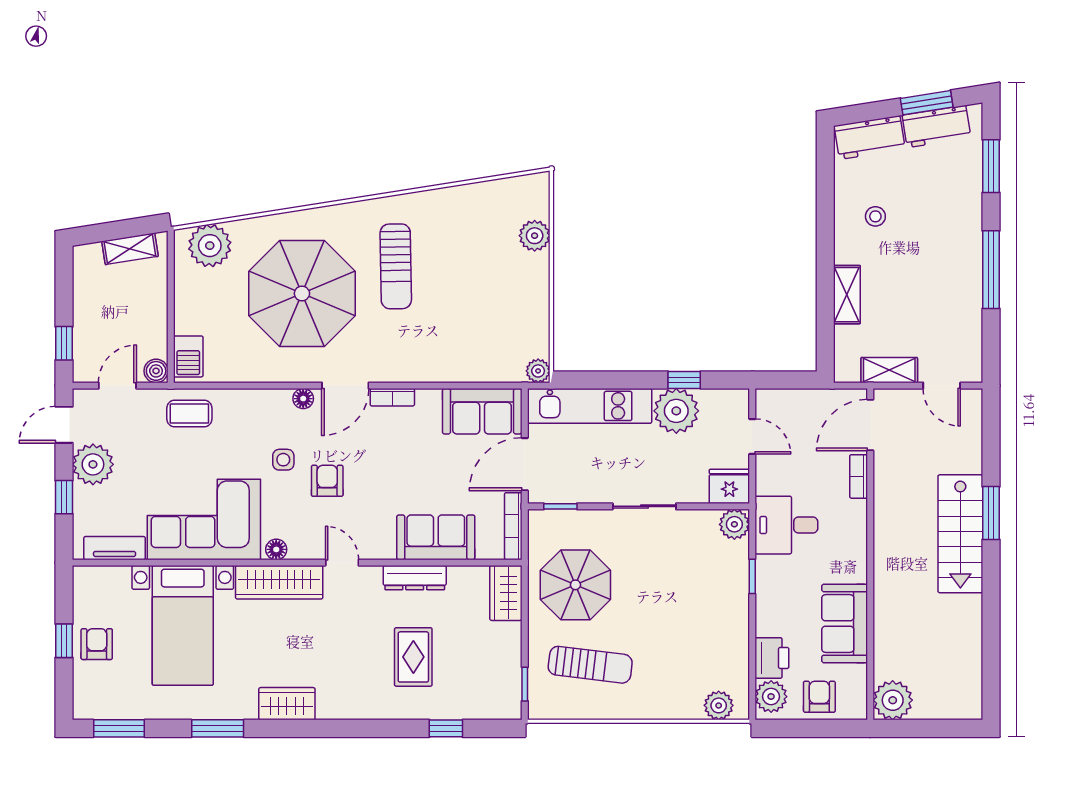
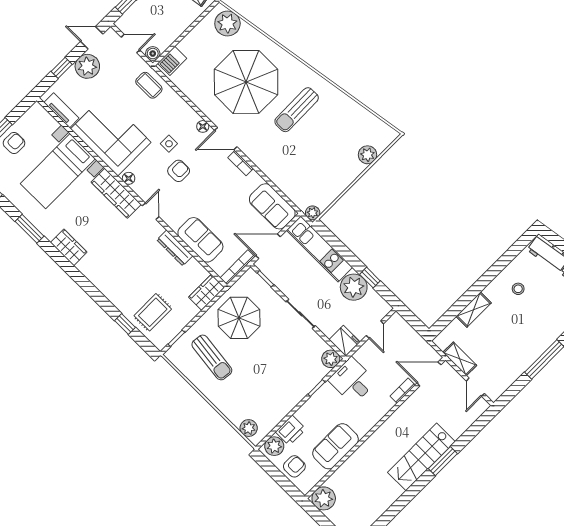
rug: (413, 657) -> (153, 312), moved

